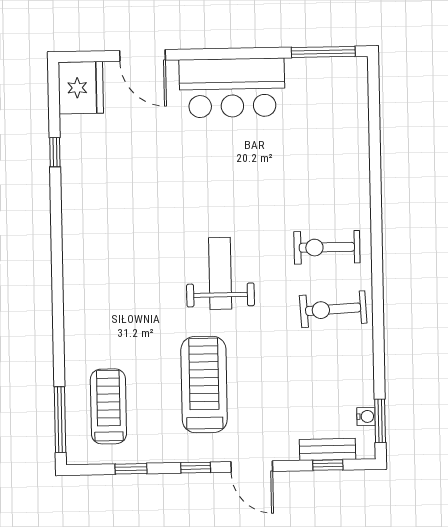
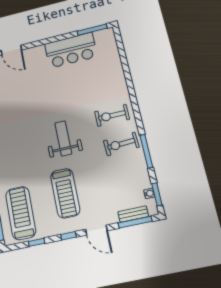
bar counter: (232, 88) -> (71, 50), moved
window: (378, 334) -> (146, 151), added
treadmill: (204, 385) -> (65, 193), turned 180
treadmill: (108, 406) -> (21, 213), width x1.37, depth x1.38
window: (328, 465) -> (135, 222), width x2.17

